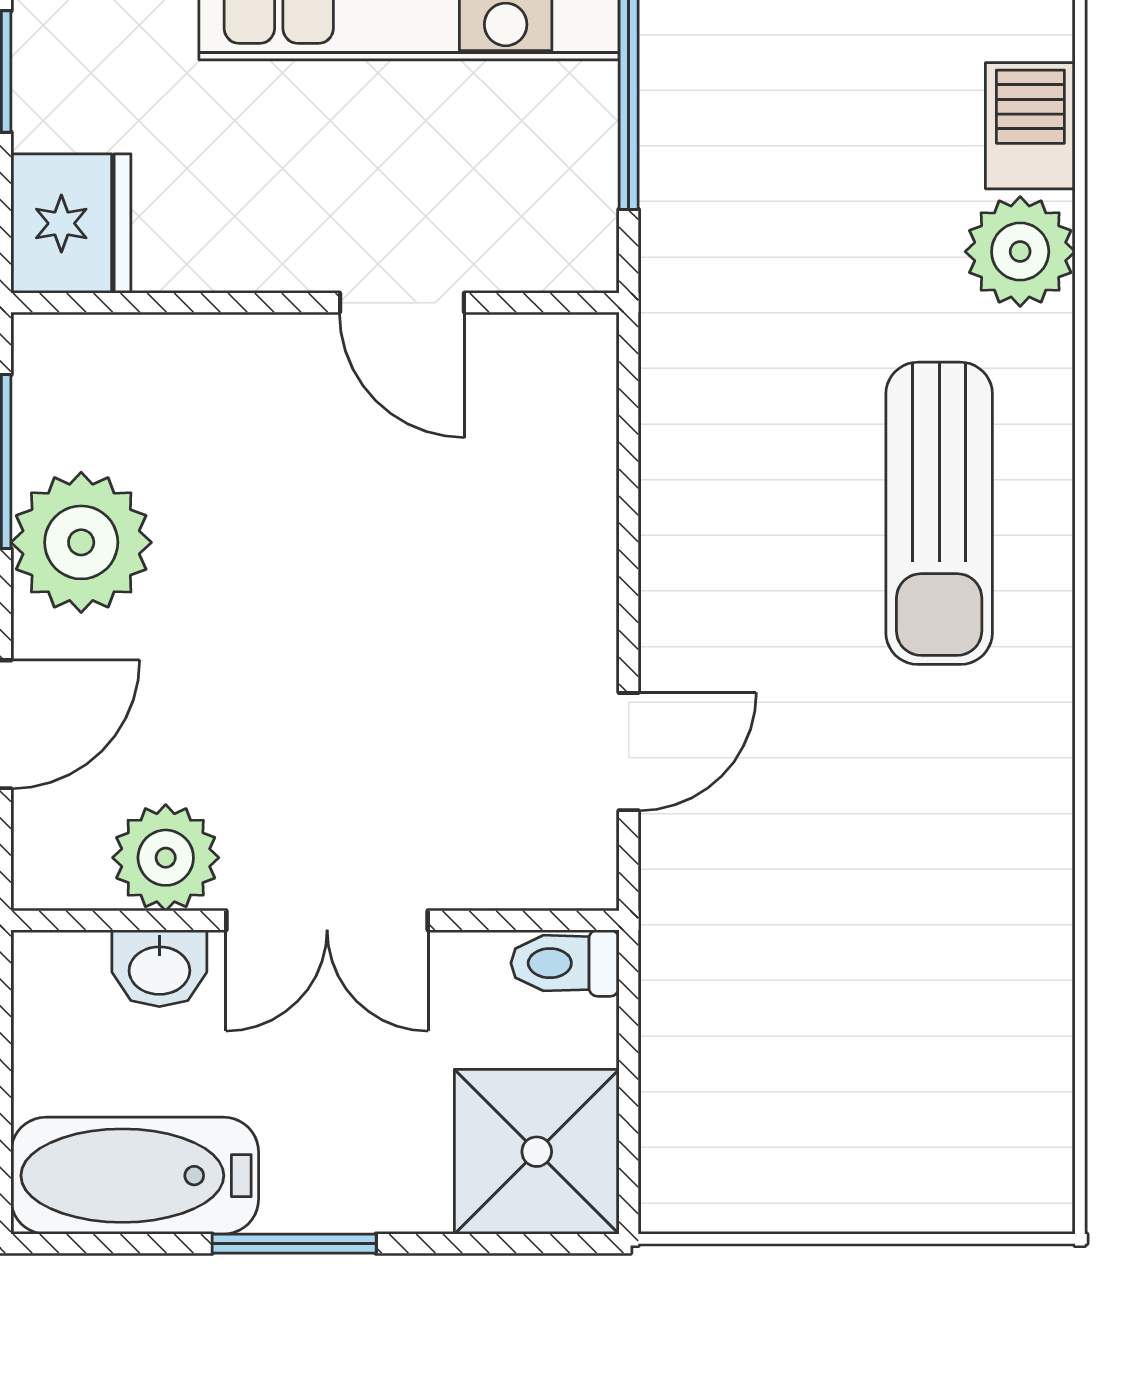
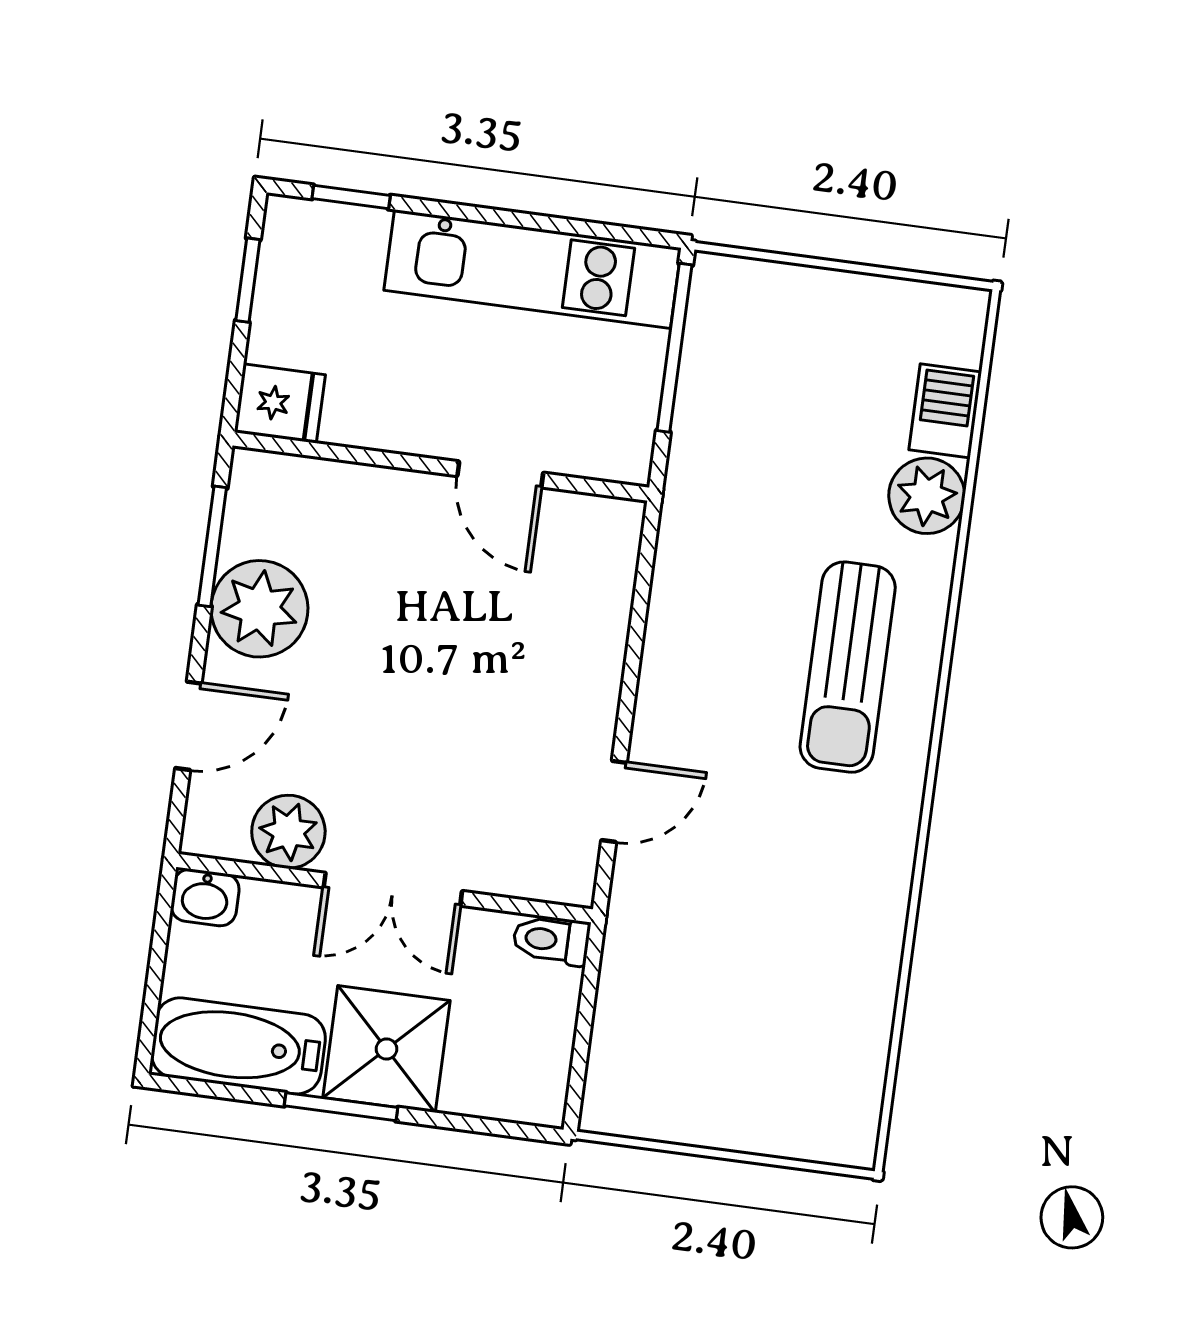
fridge: (71, 223) -> (280, 403), width x0.72
washbasin: (159, 968) -> (205, 897), moved
shower: (537, 1152) -> (386, 1049), moved

